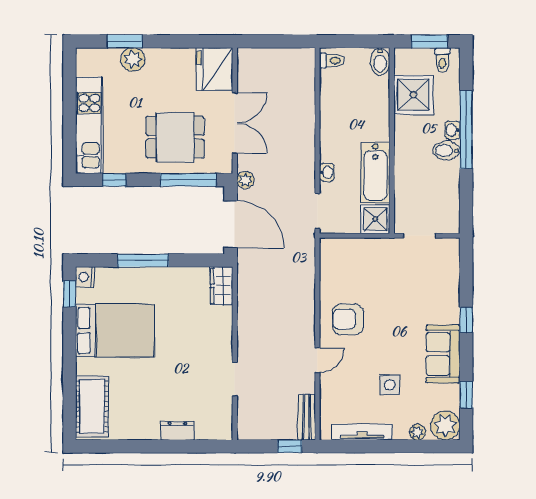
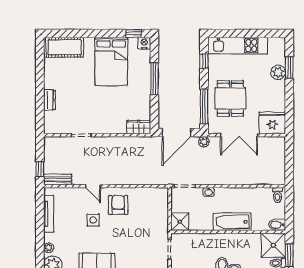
shower: (413, 95) -> (273, 245), moved
bathtub: (375, 172) -> (232, 222), moved
side table: (390, 385) -> (93, 220), moved

